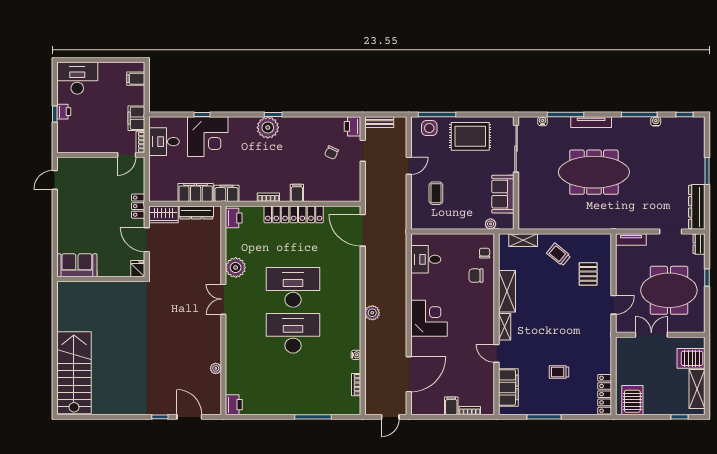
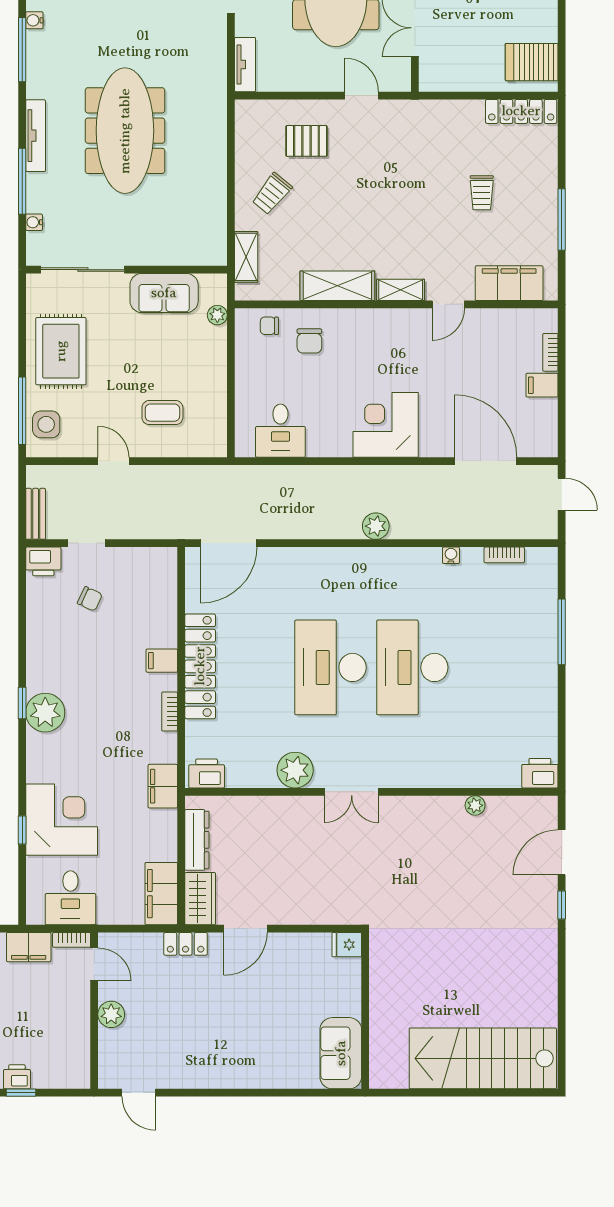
plant: (99, 164) -> (111, 1014), added
filing cabinet: (196, 193) -> (161, 894), moved
sofa: (77, 265) -> (341, 1053), moved
fridge: (138, 269) -> (347, 945), moved
wall: (101, 279) -> (365, 1011), moved

